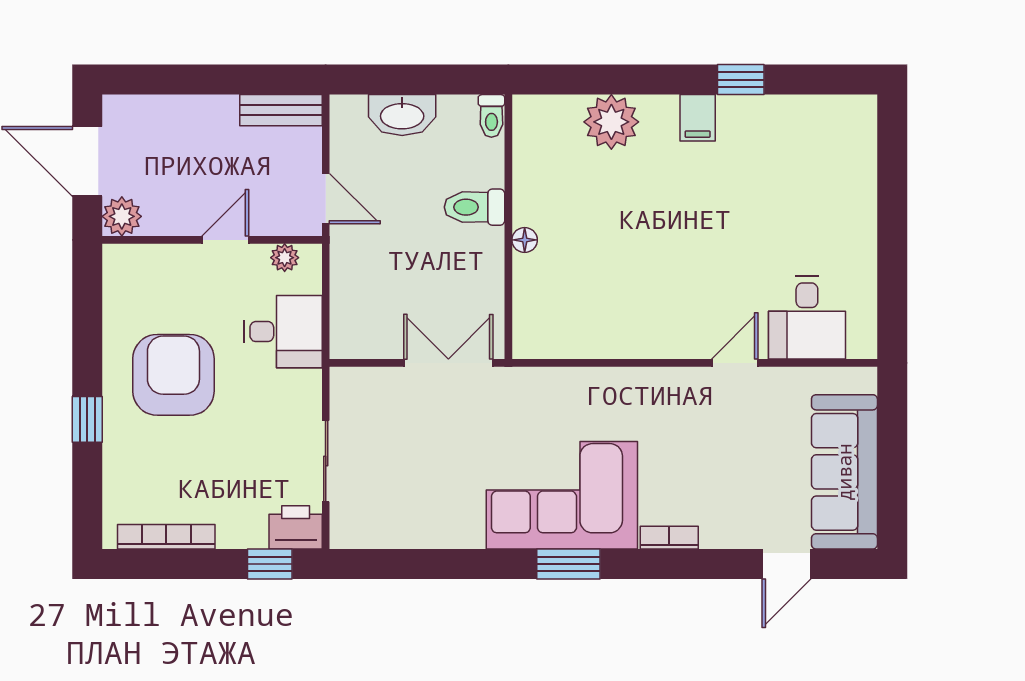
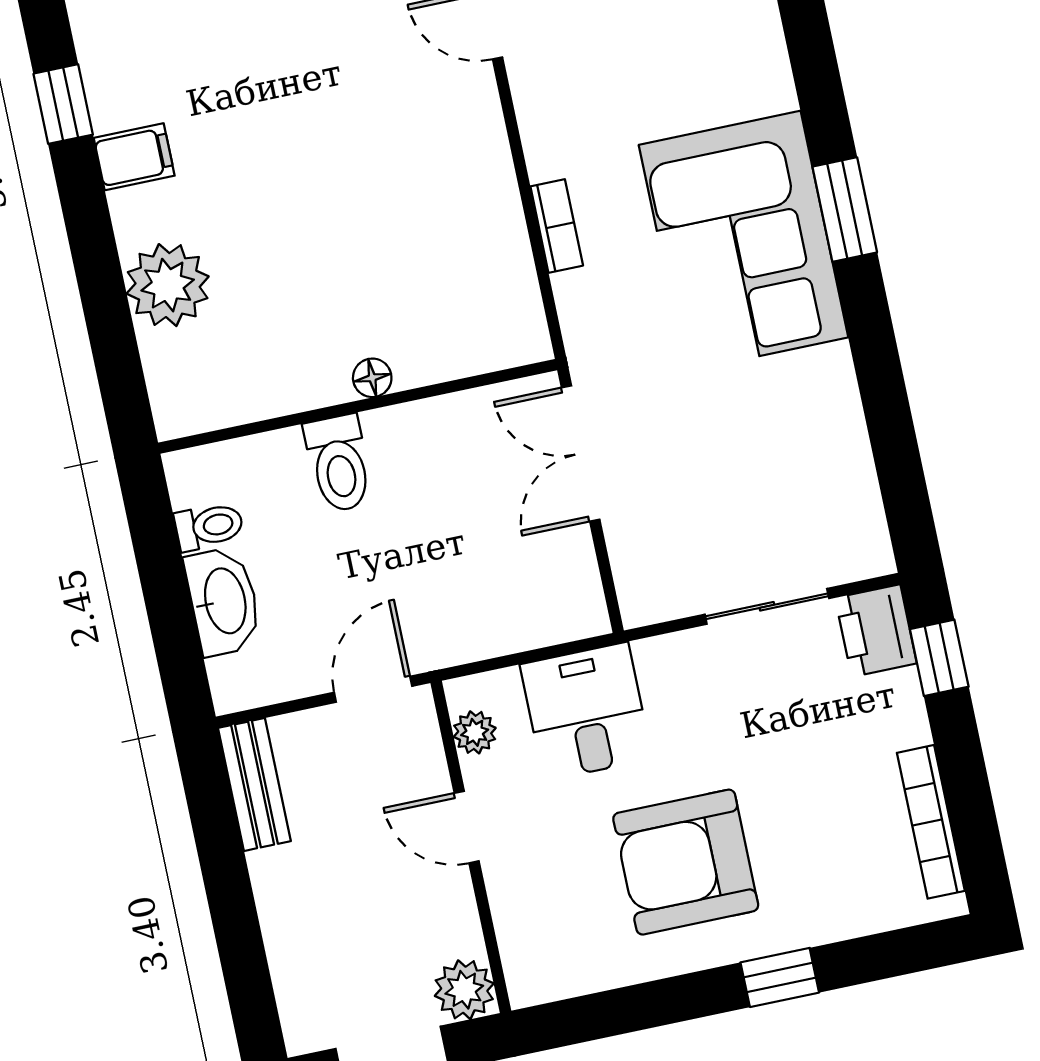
toilet: (491, 116) -> (209, 526), moved
bookcase: (669, 538) -> (557, 226), moved, turned 180

